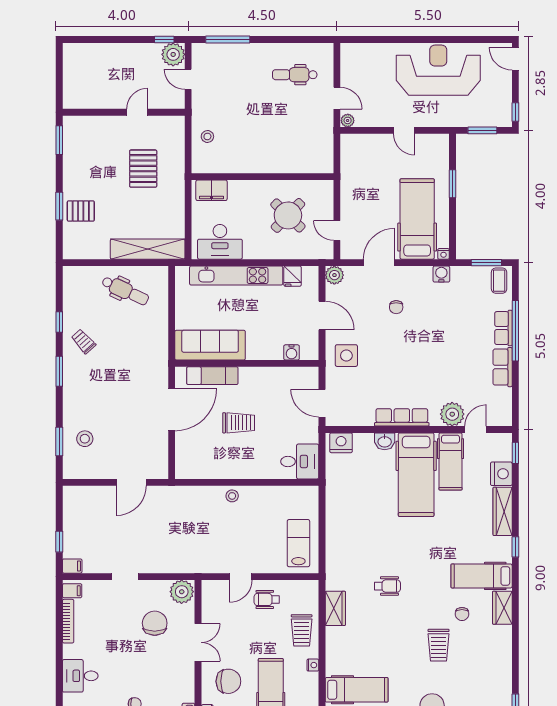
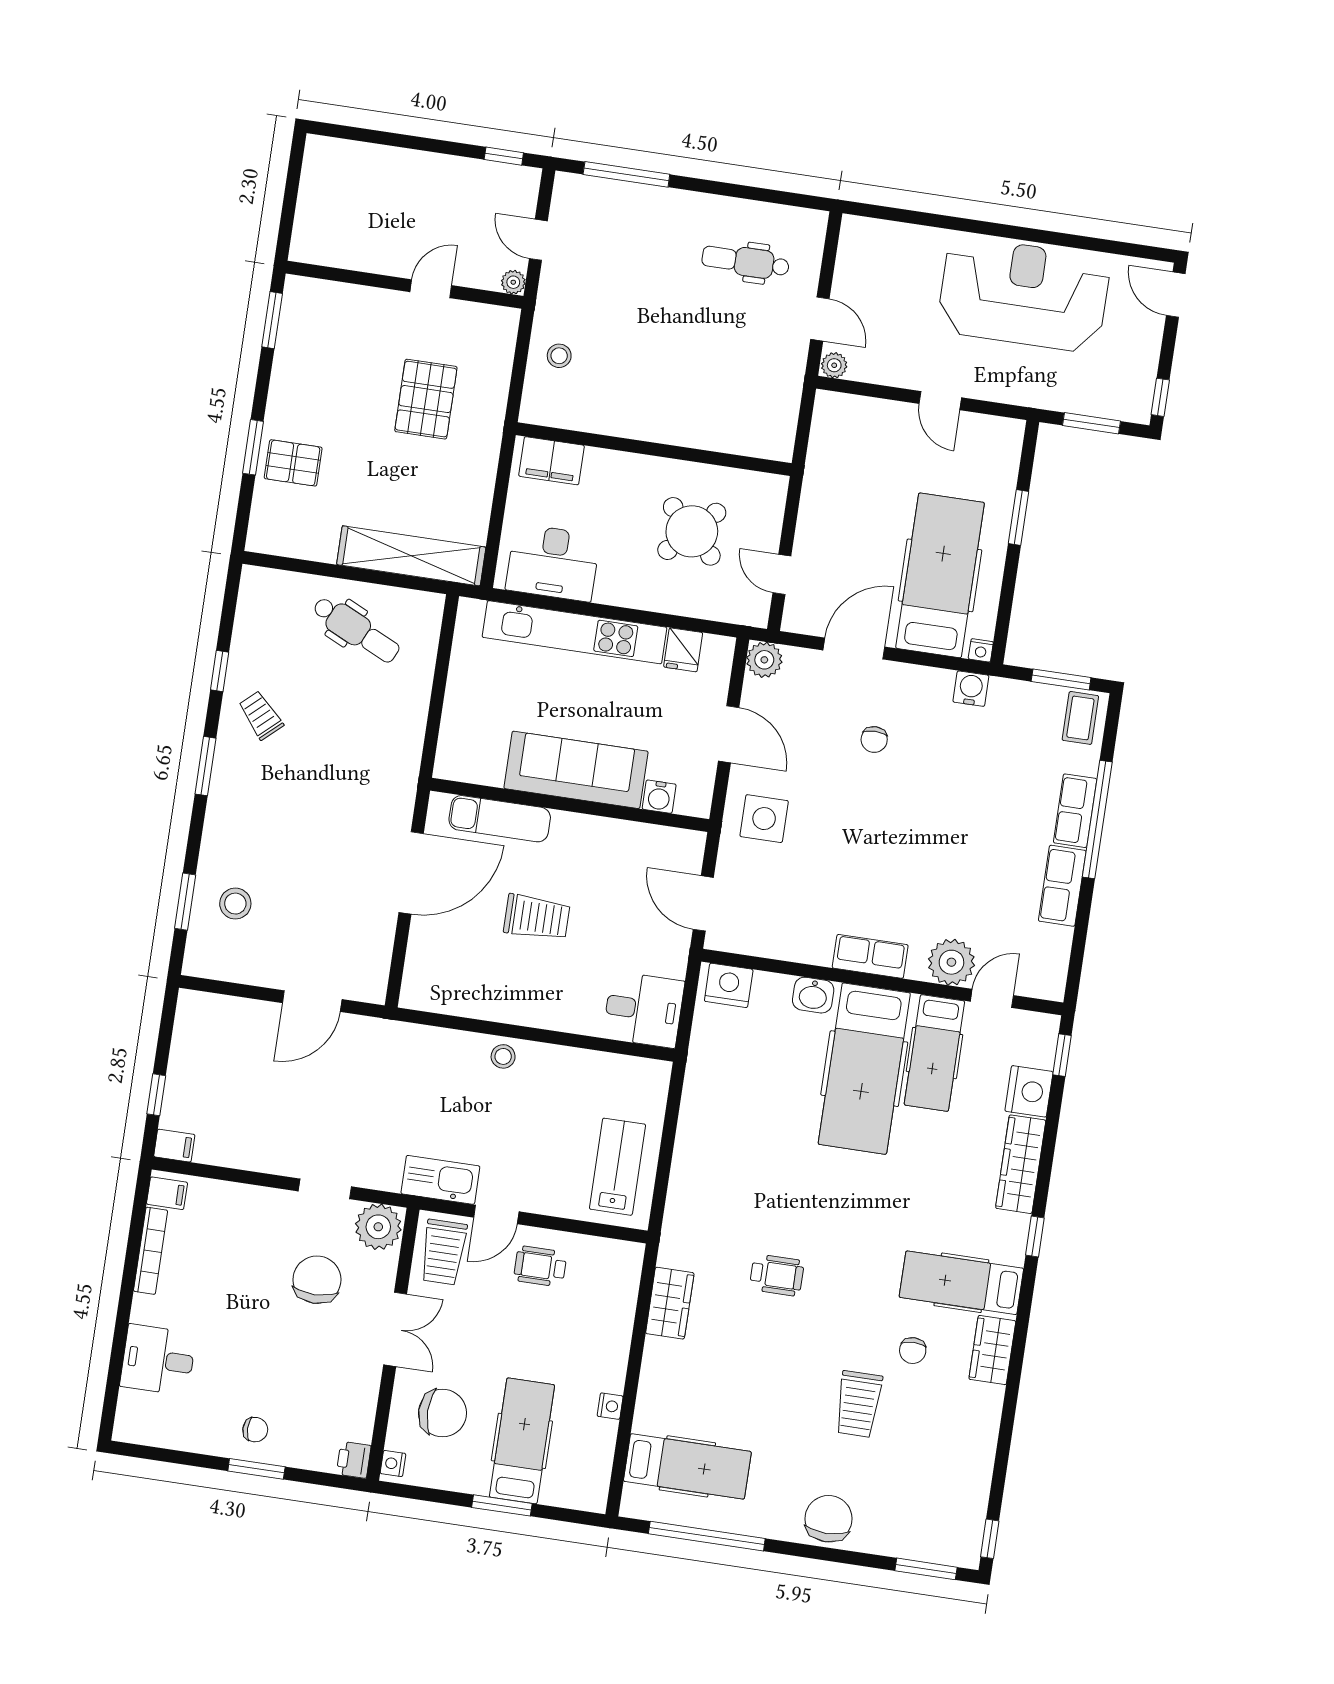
plant: (173, 54) -> (513, 282), moved, width x0.53, depth x0.53
sofa: (210, 345) -> (576, 770), moved
row of seats: (402, 417) -> (870, 956), width x0.68
kitchen sink: (210, 563) -> (440, 1180), added
doorway: (125, 577) -> (325, 1189), moved
trolley: (302, 630) -> (443, 1252), moved

